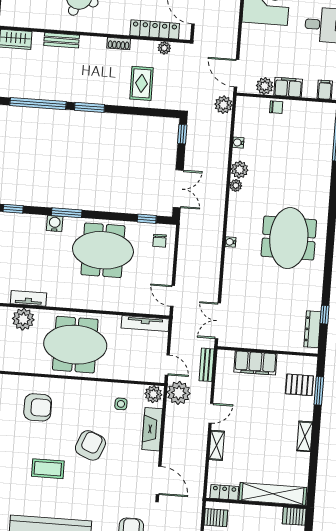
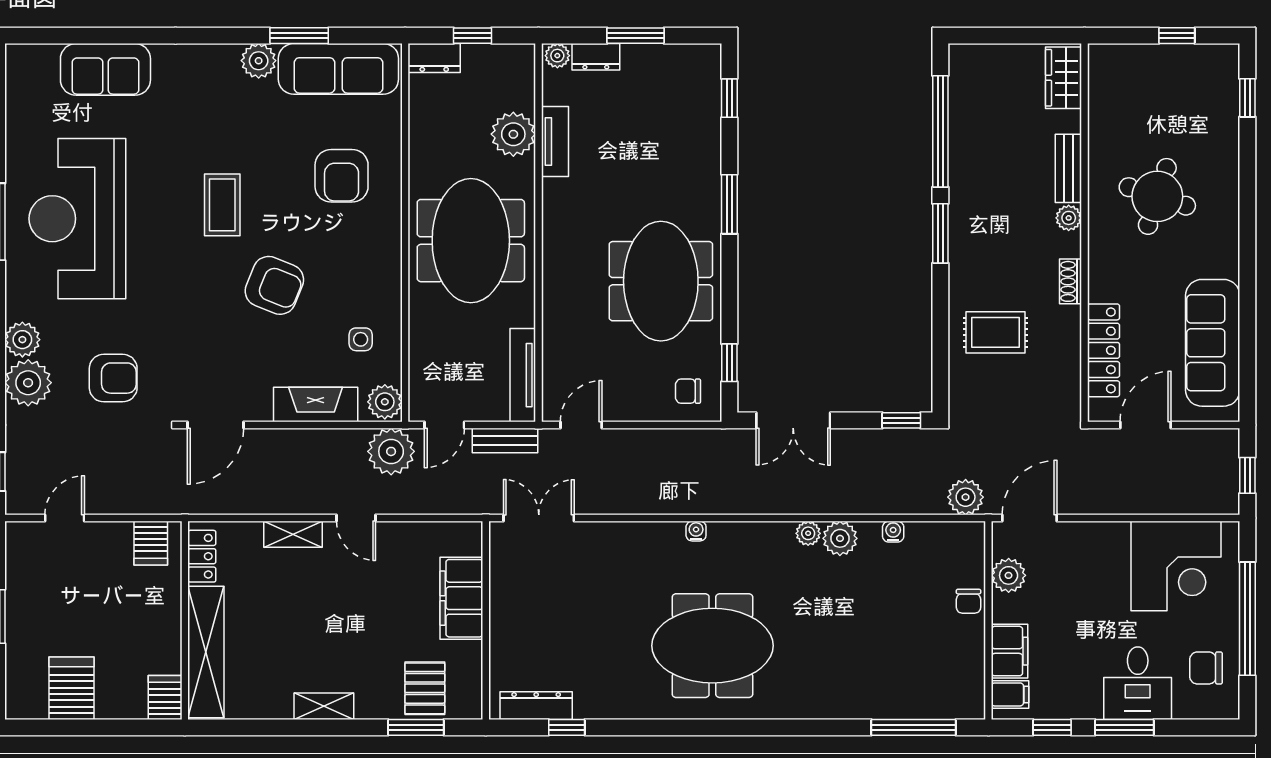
plant: (164, 48) -> (1069, 218), moved
filing cabinet: (288, 87) -> (1010, 651), moved
water cooler: (55, 223) -> (706, 182), removed
bench: (207, 365) -> (505, 440), moved

